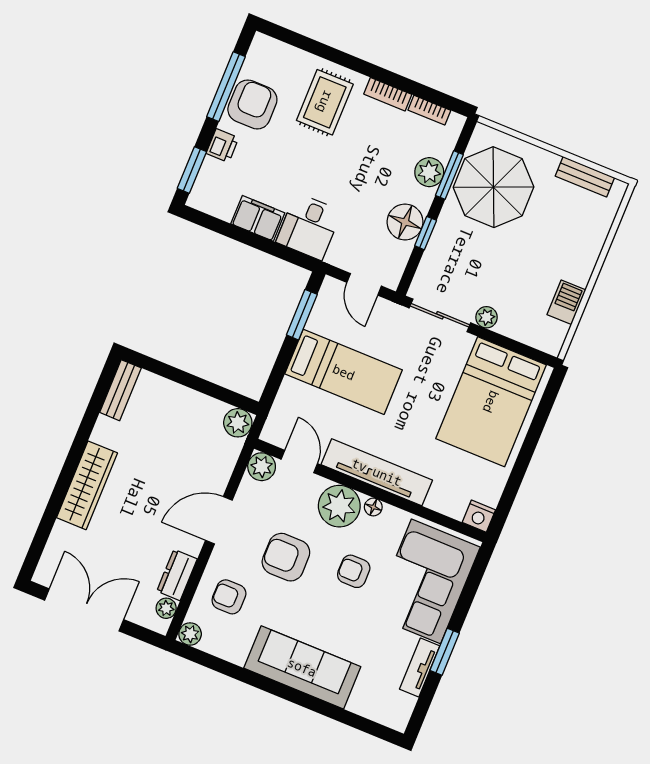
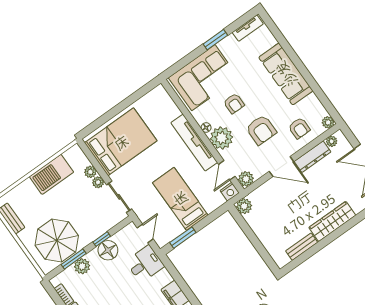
desk: (309, 227) -> (145, 264), moved
barbecue: (566, 302) -> (51, 174), width x1.88, depth x1.53
plant: (509, 326) -> (90, 172), added
bench: (120, 390) -> (302, 247), moved
nightstand: (479, 516) -> (230, 192), moved, turned 90
dresser: (177, 575) -> (312, 157), width x1.44
tv unit: (420, 668) -> (248, 28), moved

